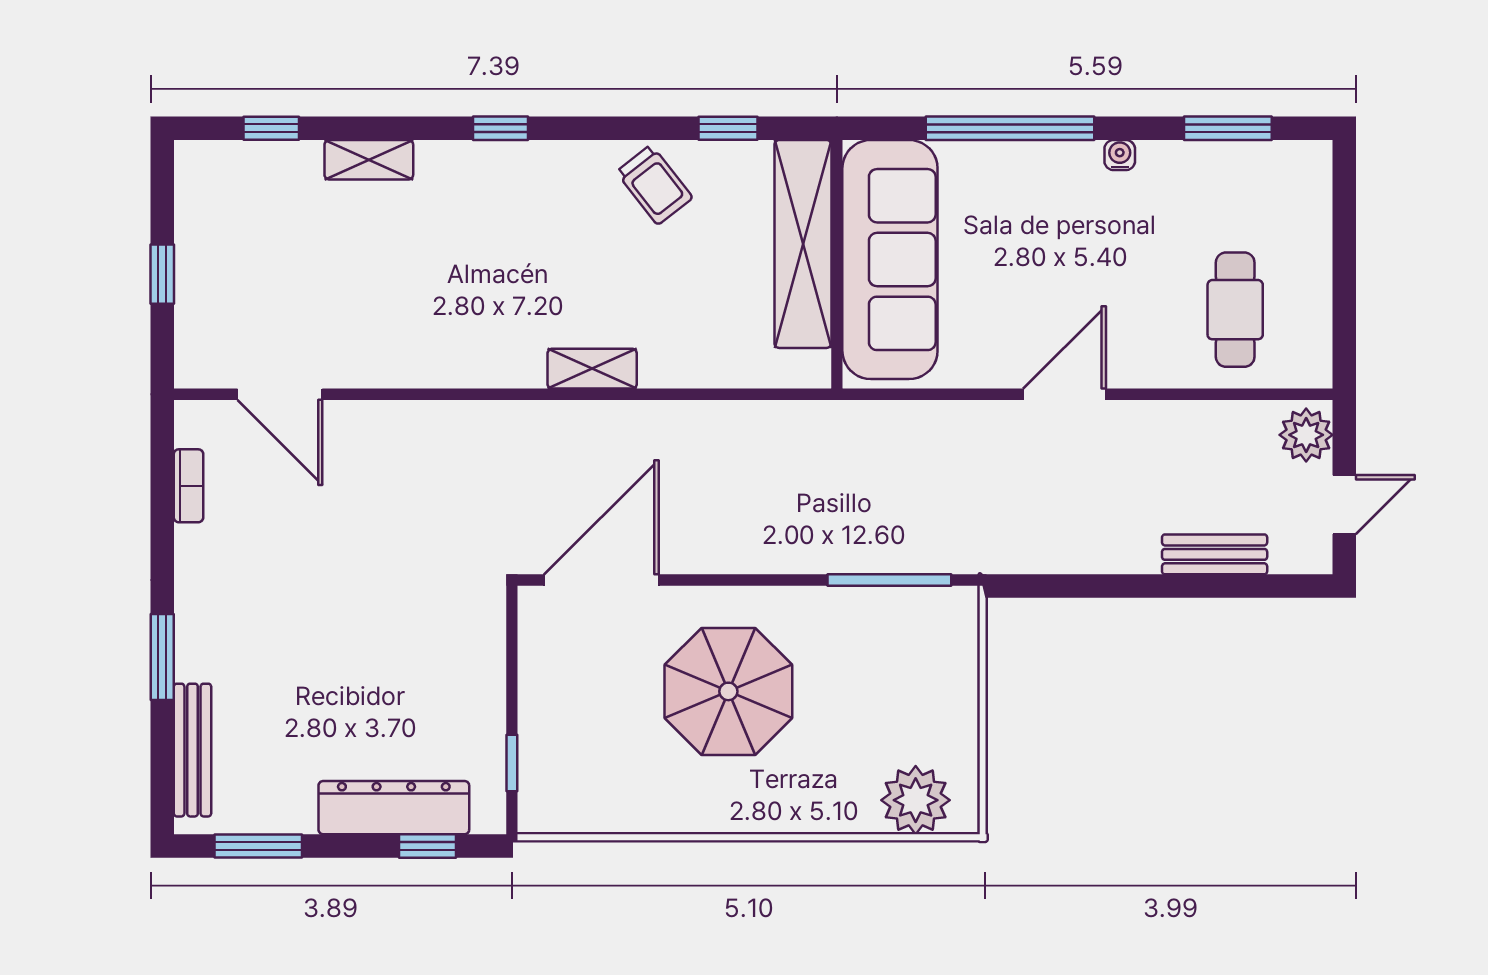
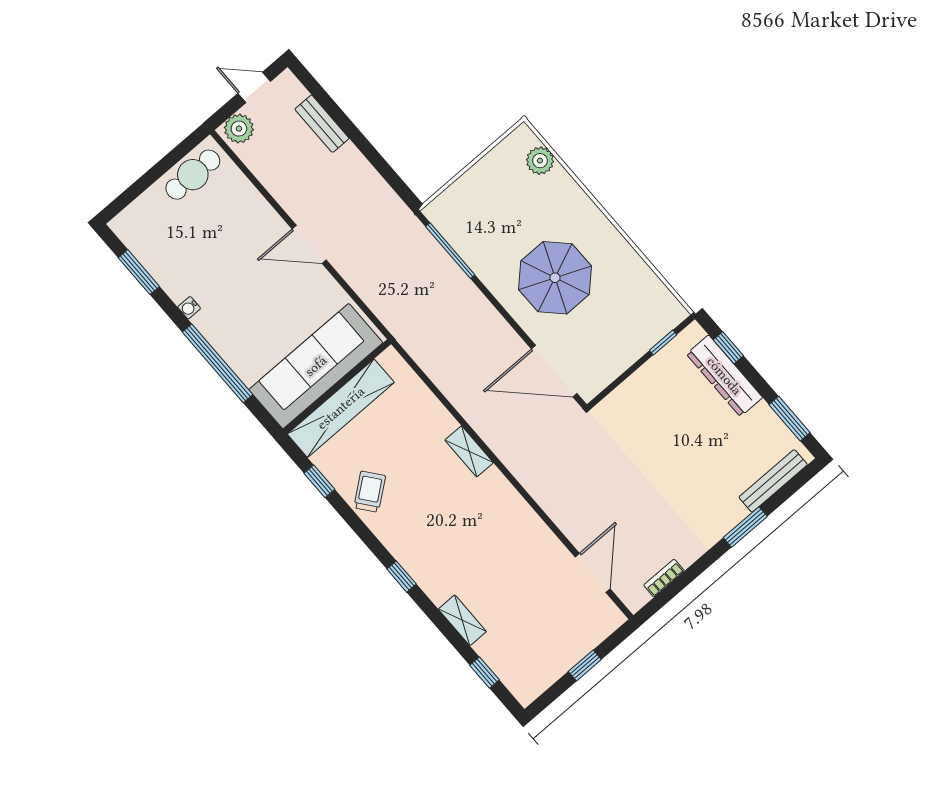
cafe table: (1235, 310) -> (193, 175), moved
plant: (916, 800) -> (540, 161), width x0.73, depth x0.73

